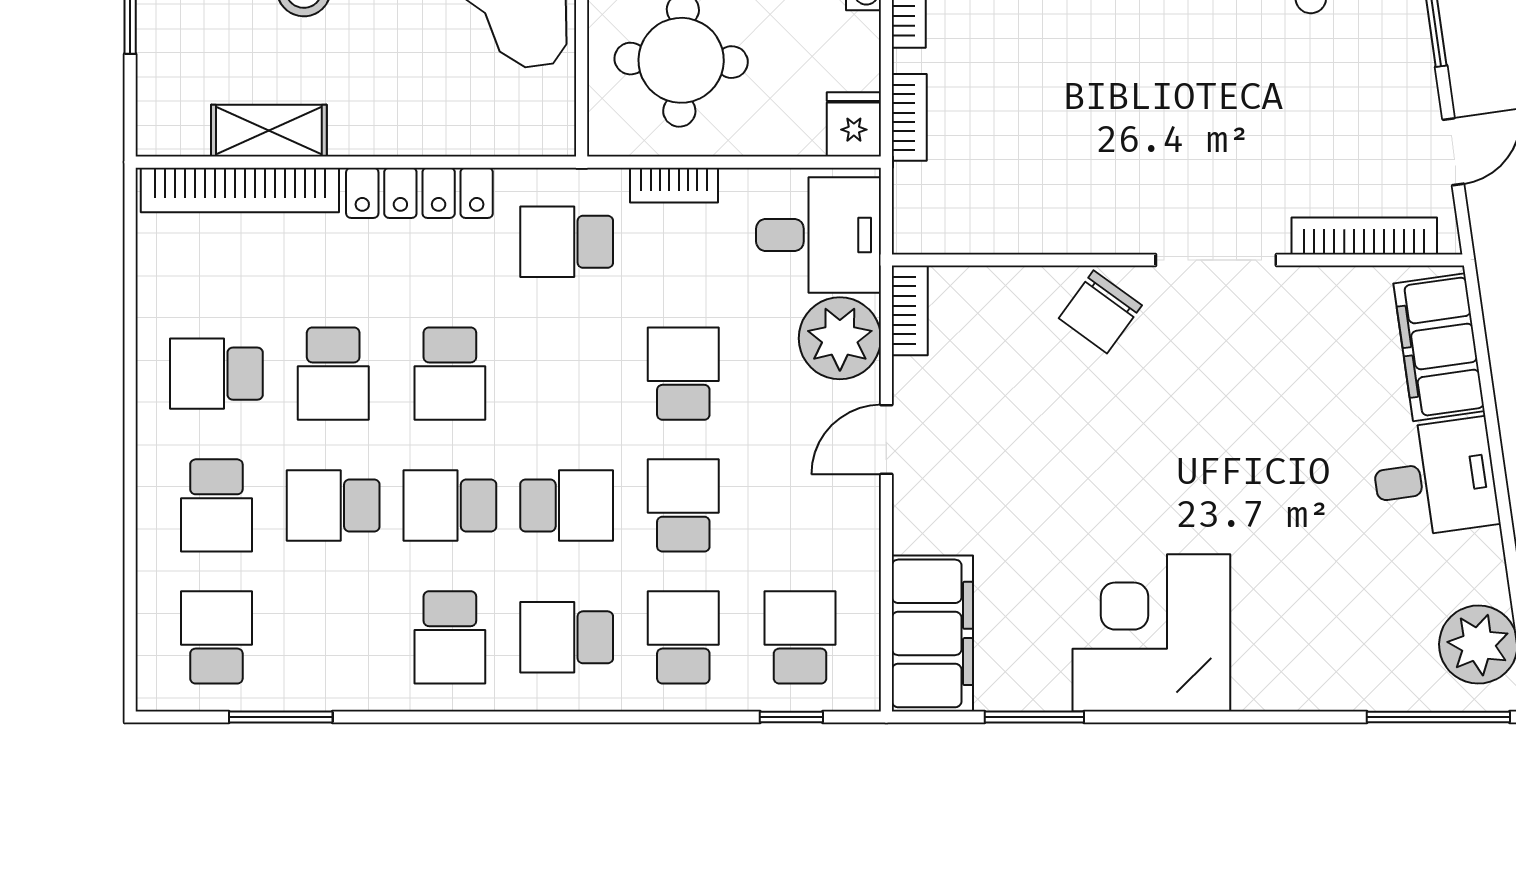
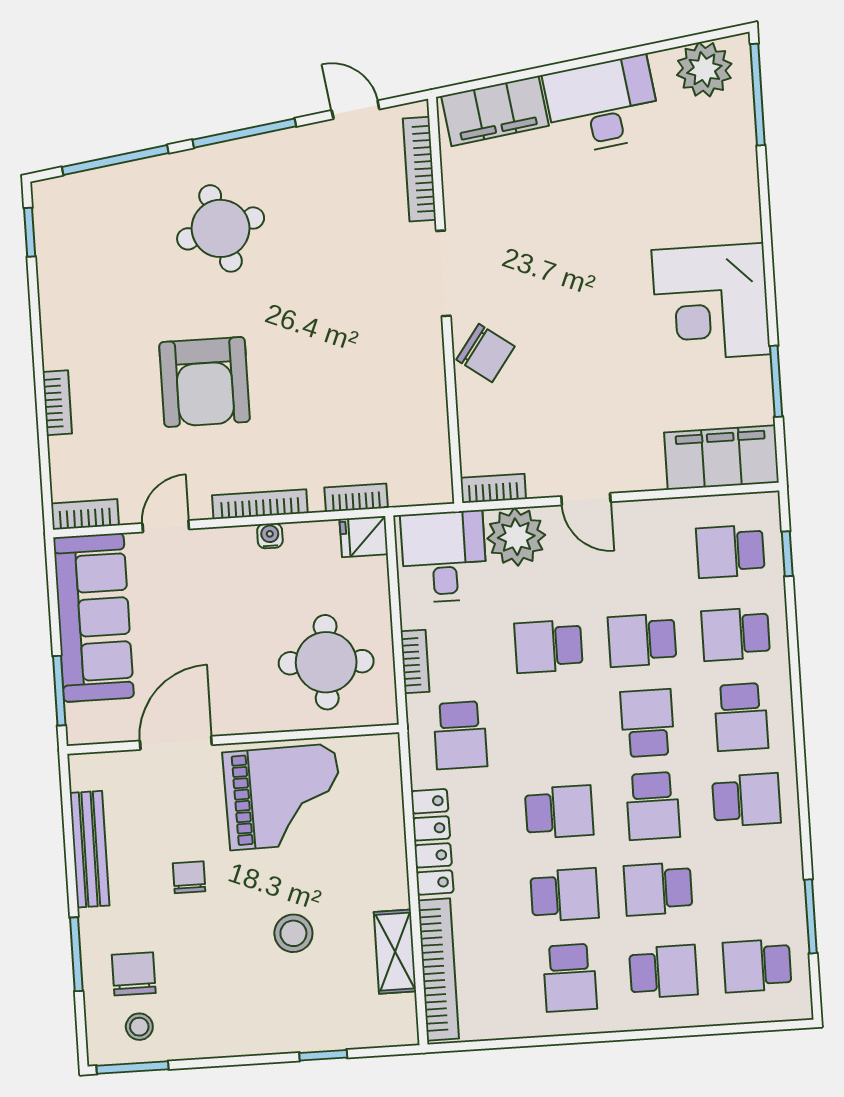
desk: (1435, 478) -> (602, 105), width x1.37
school desk: (333, 505) -> (658, 889), turned 90

